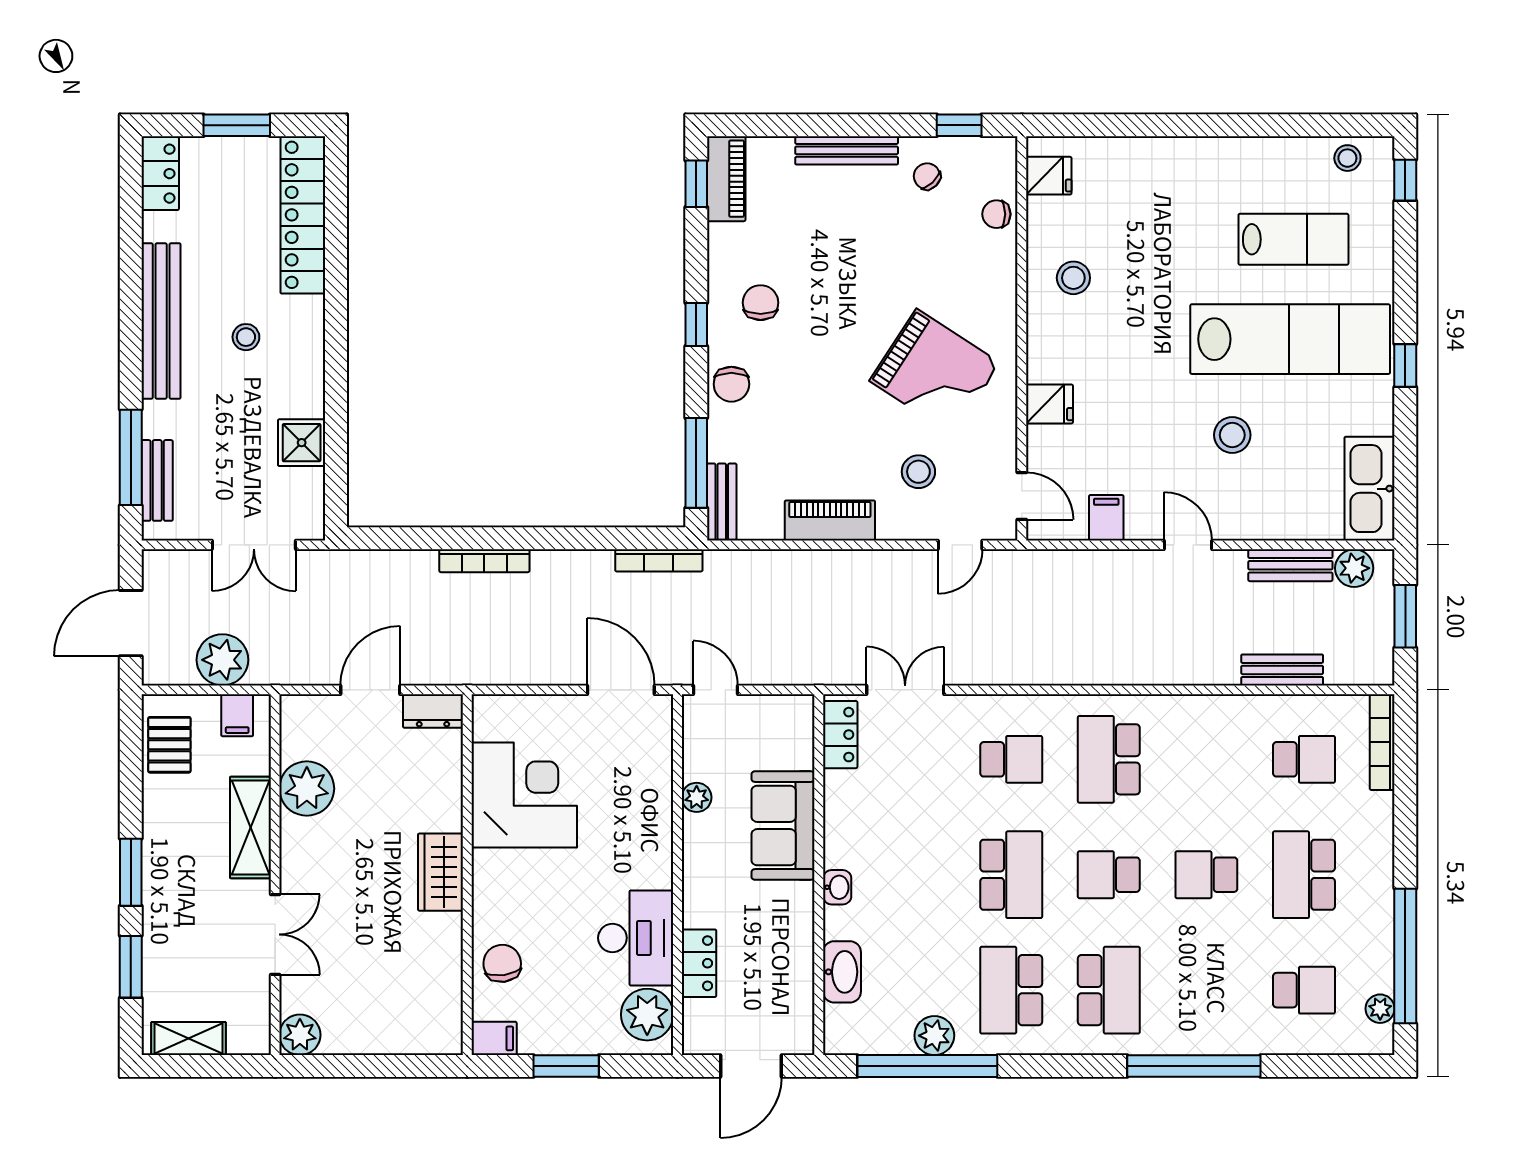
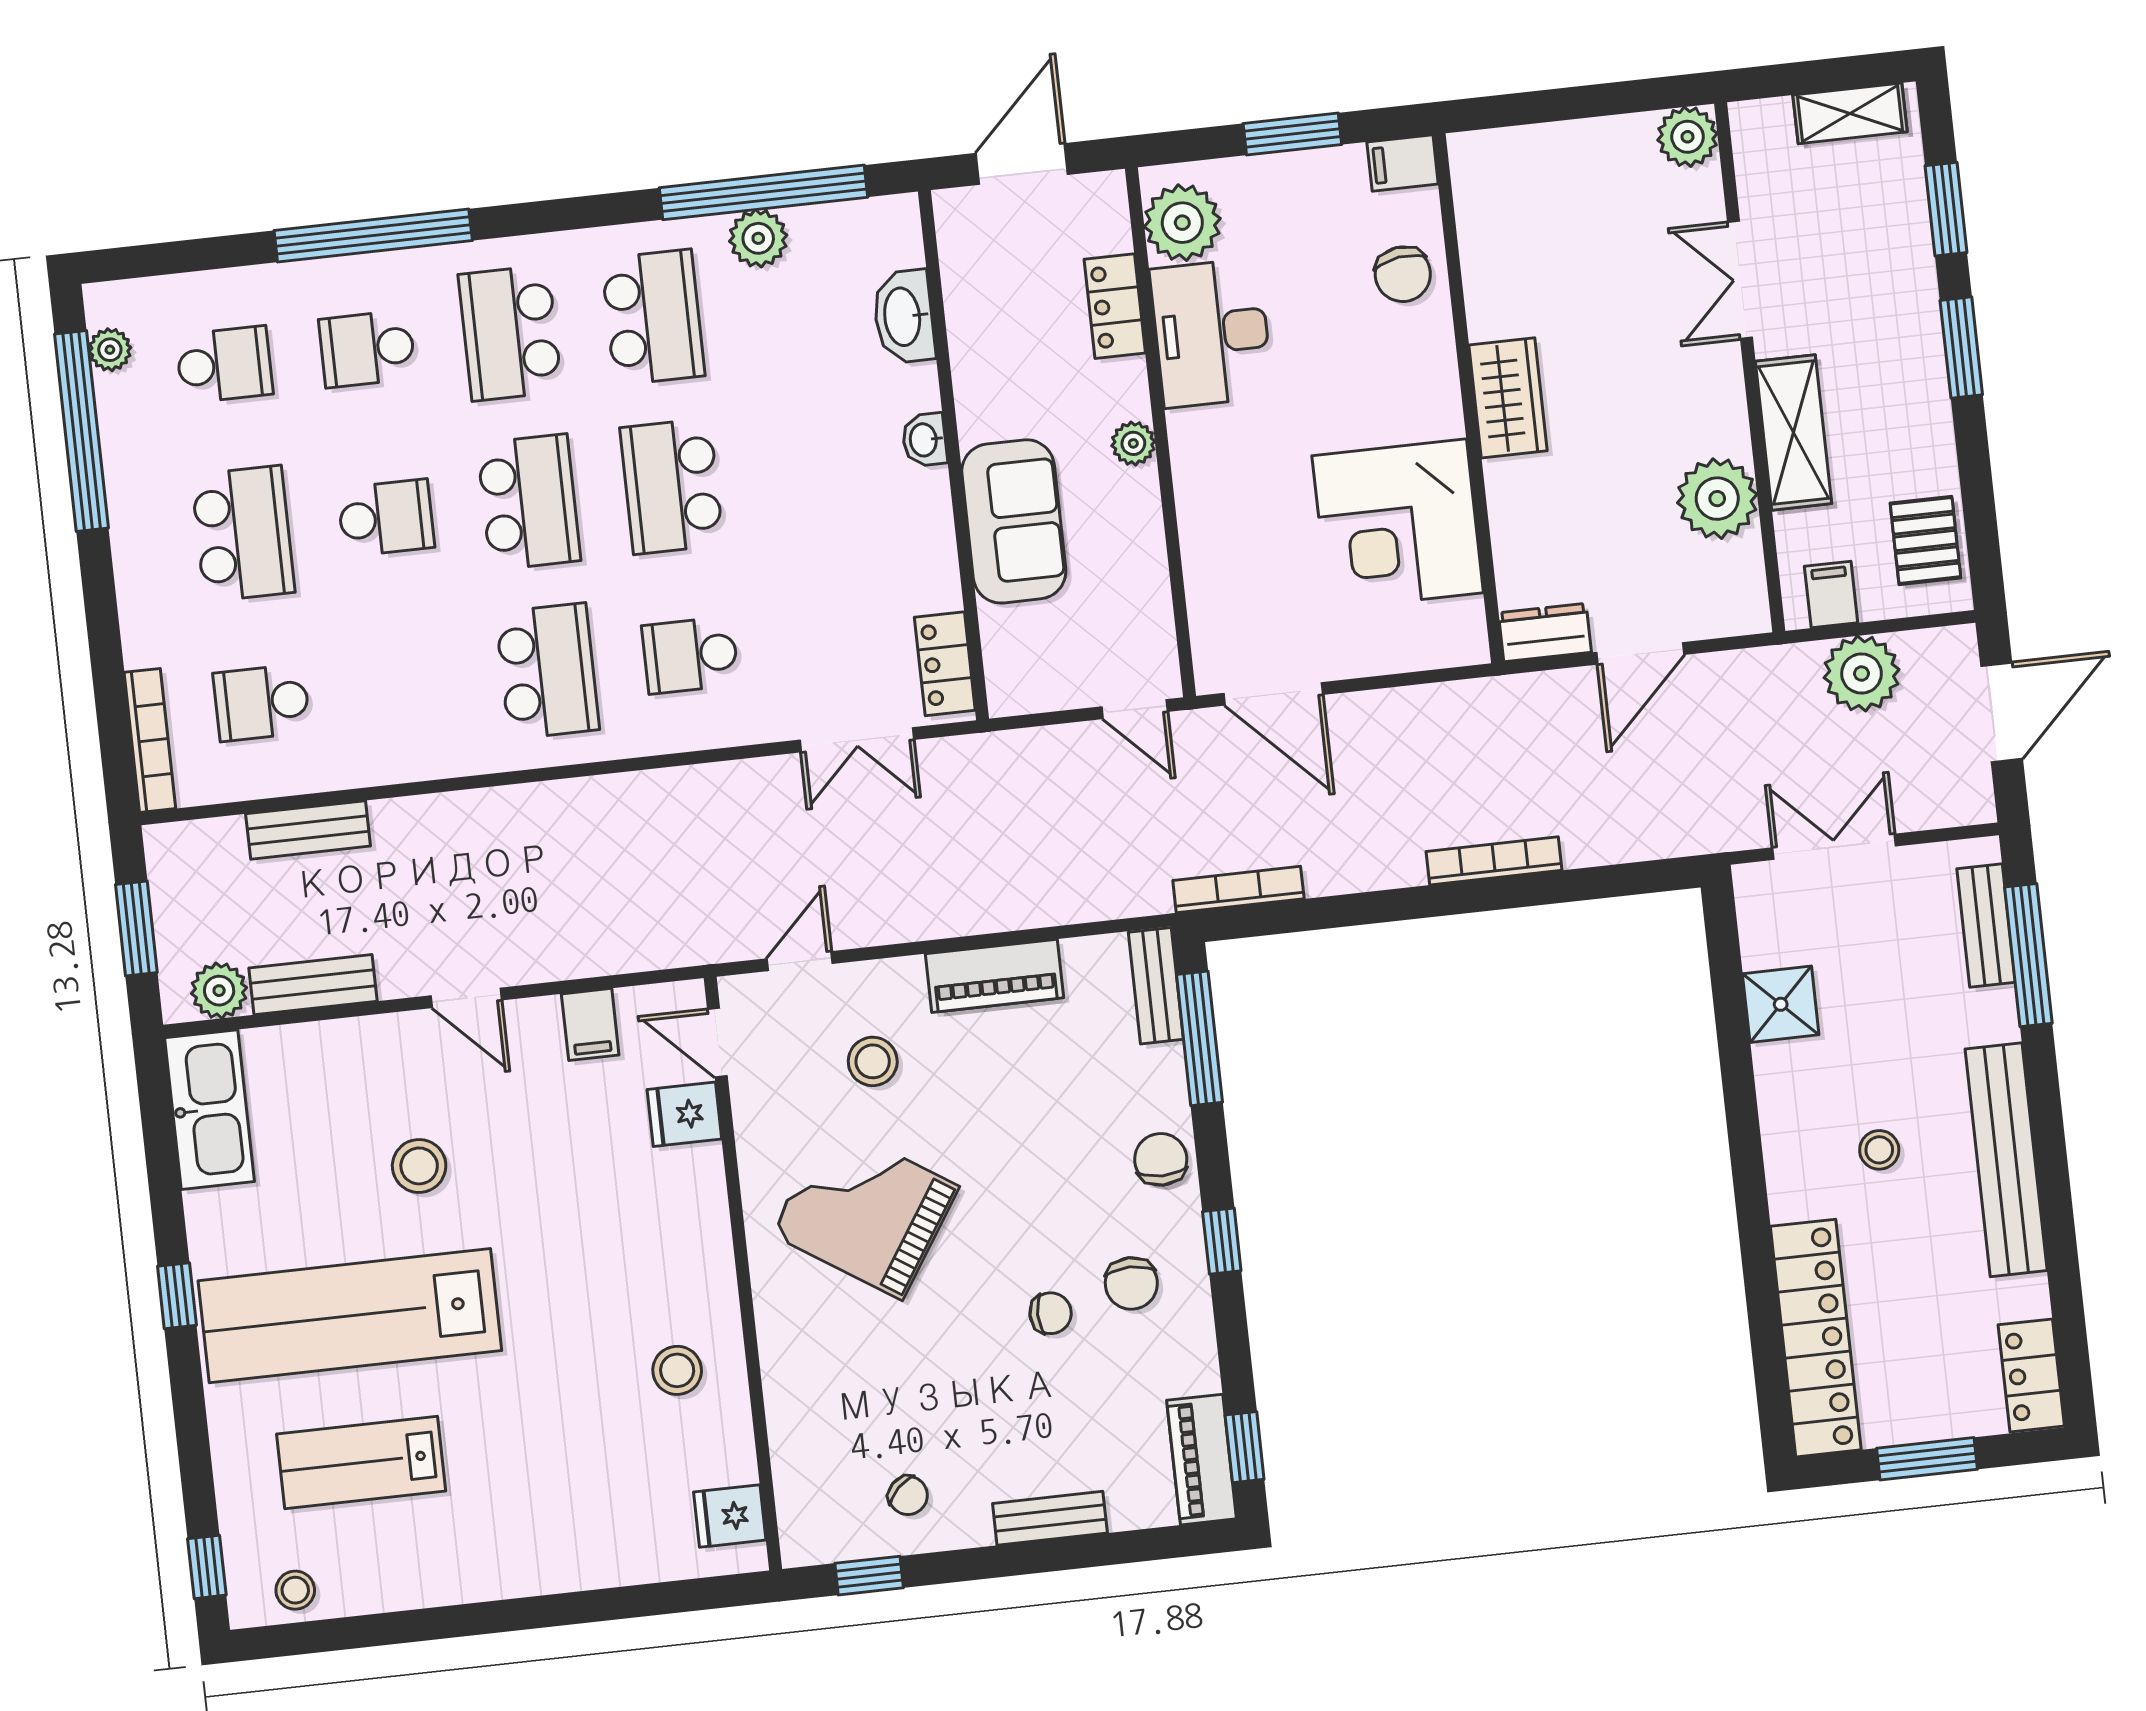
bench: (847, 150) -> (1050, 1518), width x0.73
chair: (996, 214) -> (1051, 1313), moved
fridge: (1049, 404) -> (684, 1114), moved
plant: (697, 797) -> (1133, 443), moved
school desk: (1109, 875) -> (529, 502), width x1.85
school desk: (1206, 990) -> (367, 349), added
school desk: (1304, 990) -> (224, 365), turned 180

